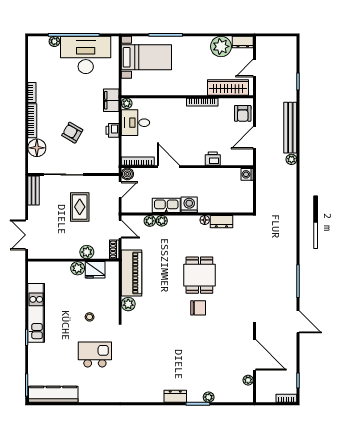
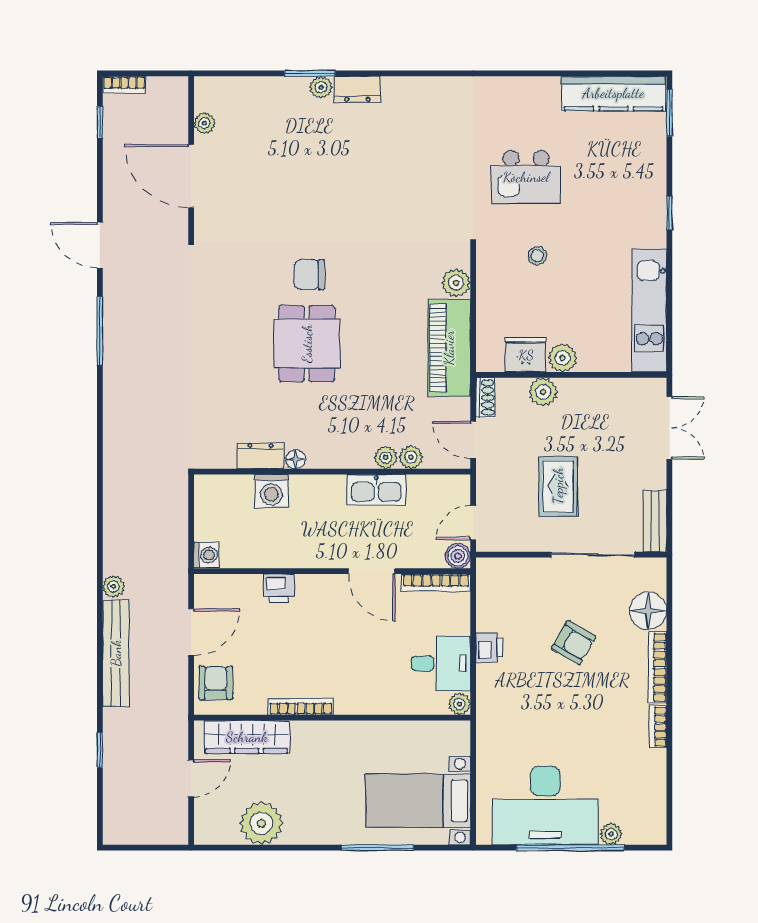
dresser: (243, 42) -> (216, 833), removed
filing cabinet: (111, 100) -> (492, 711), removed
washing machine: (189, 205) -> (271, 491), moved
kitchen unit: (36, 313) -> (649, 310), moved
plant: (209, 397) -> (321, 87), moved

